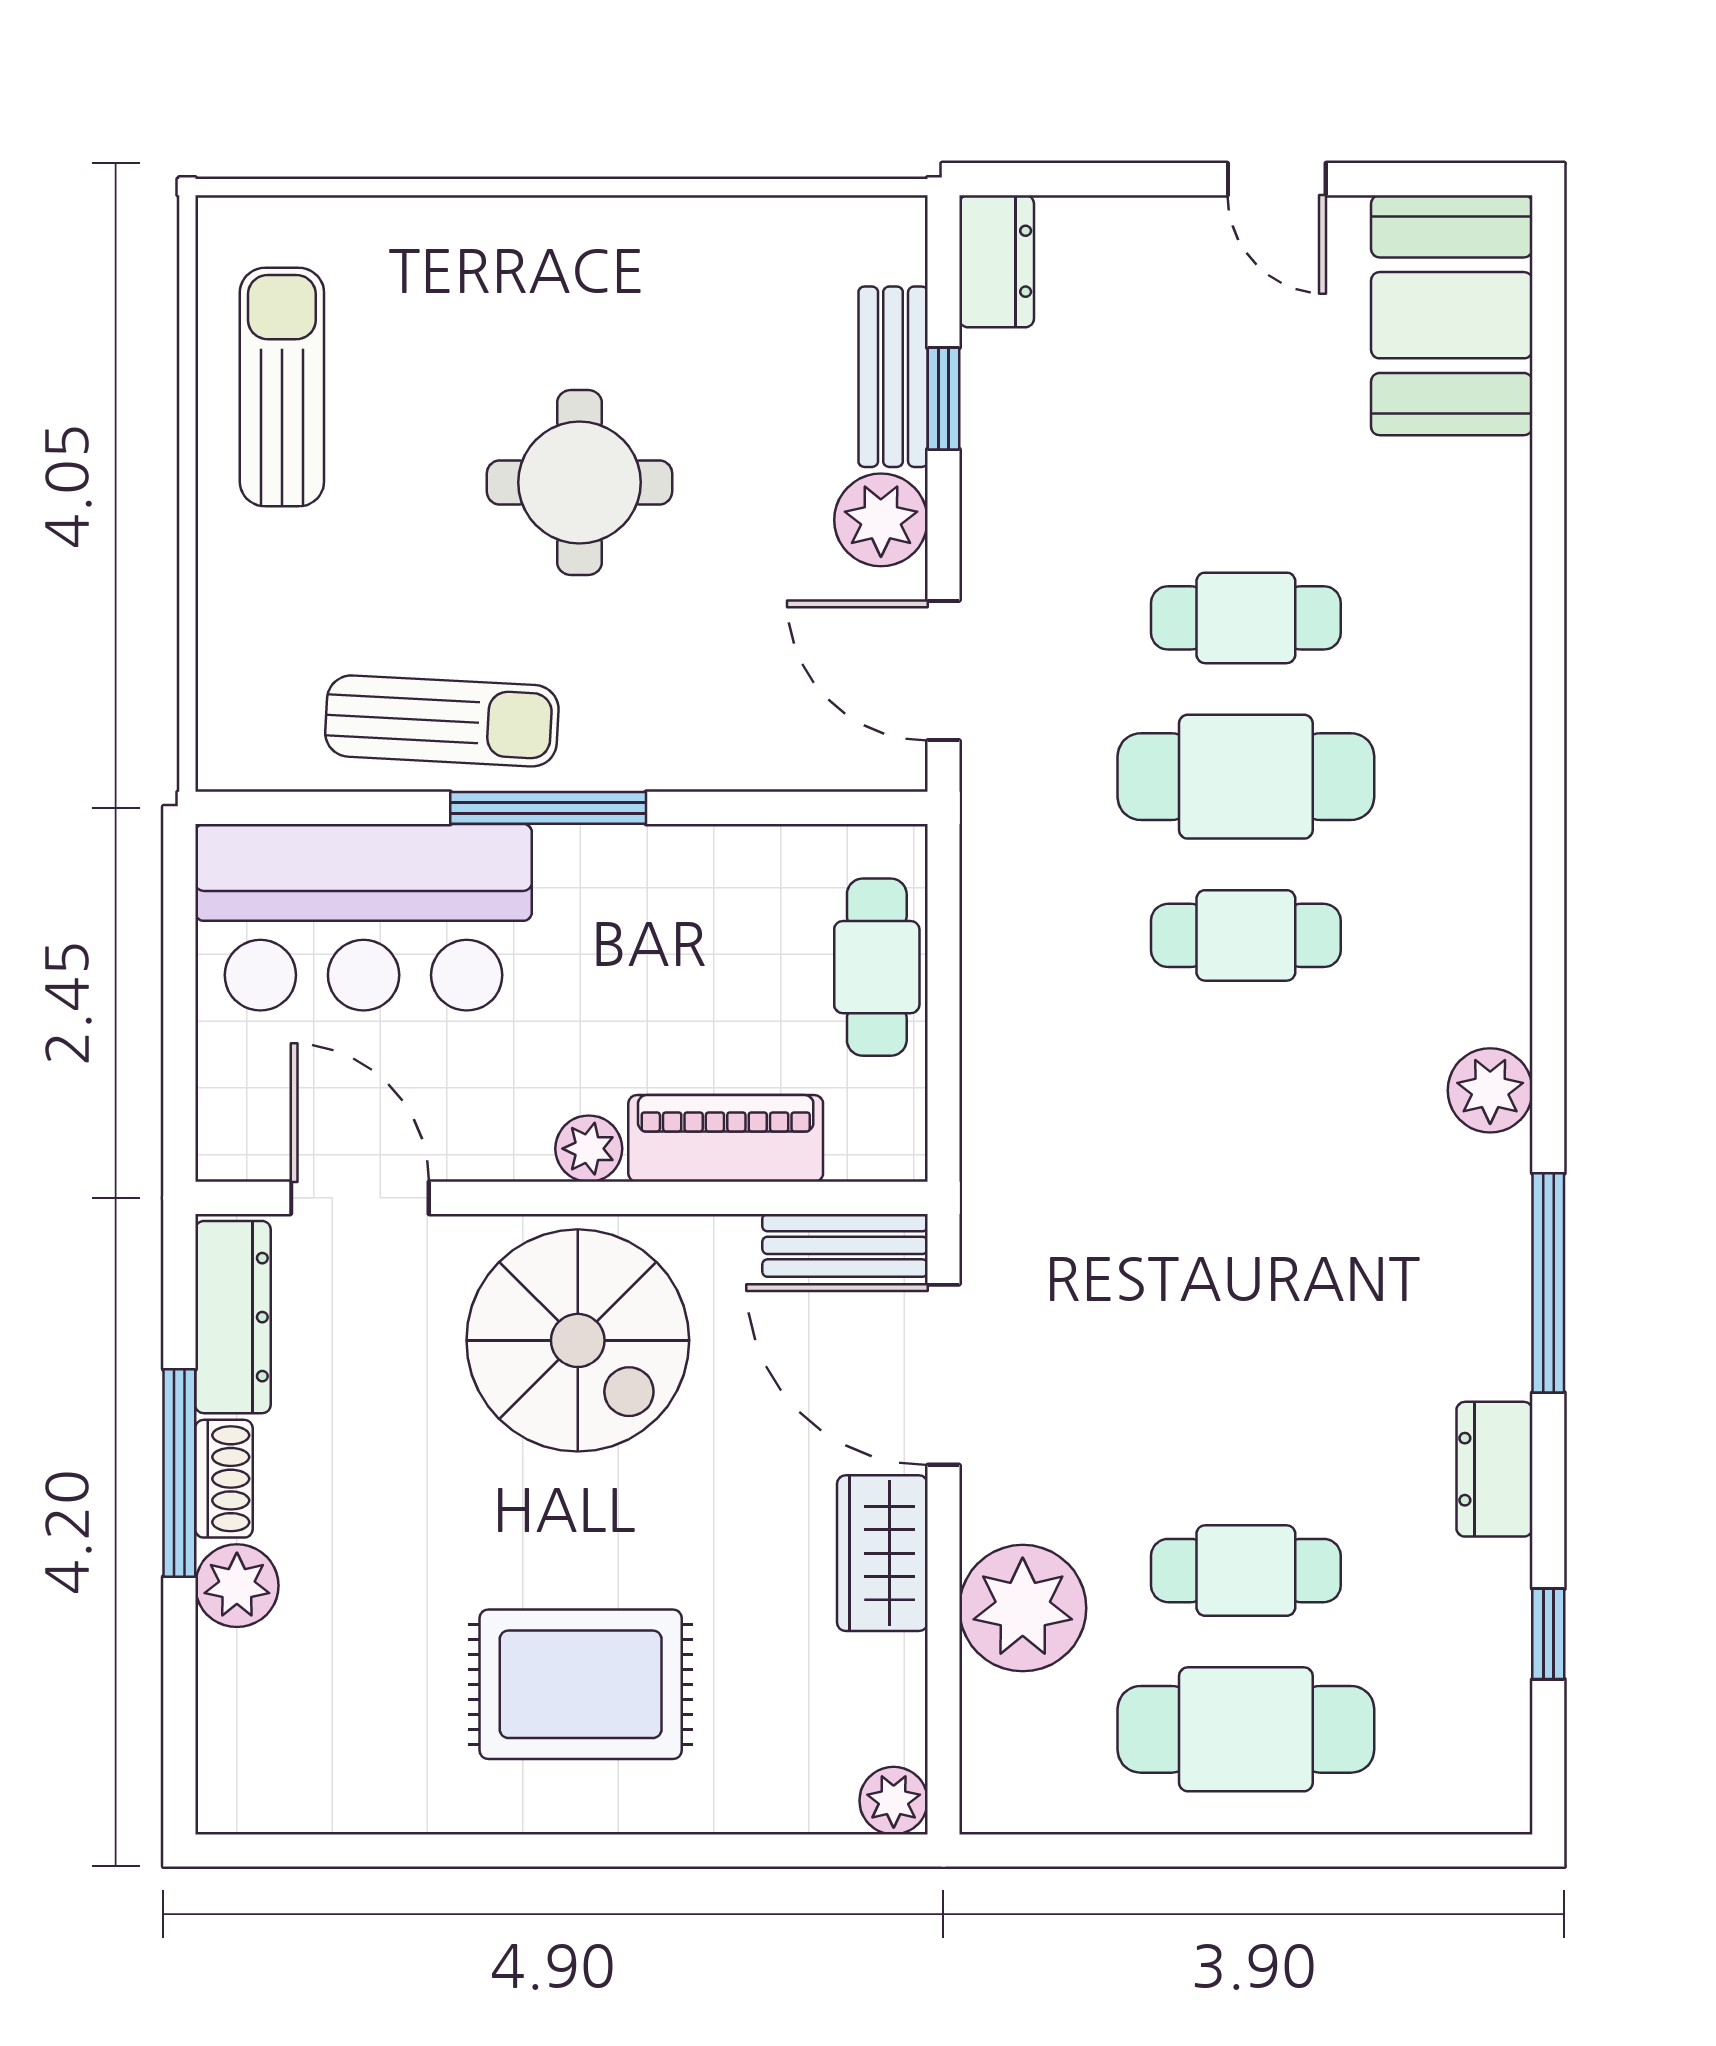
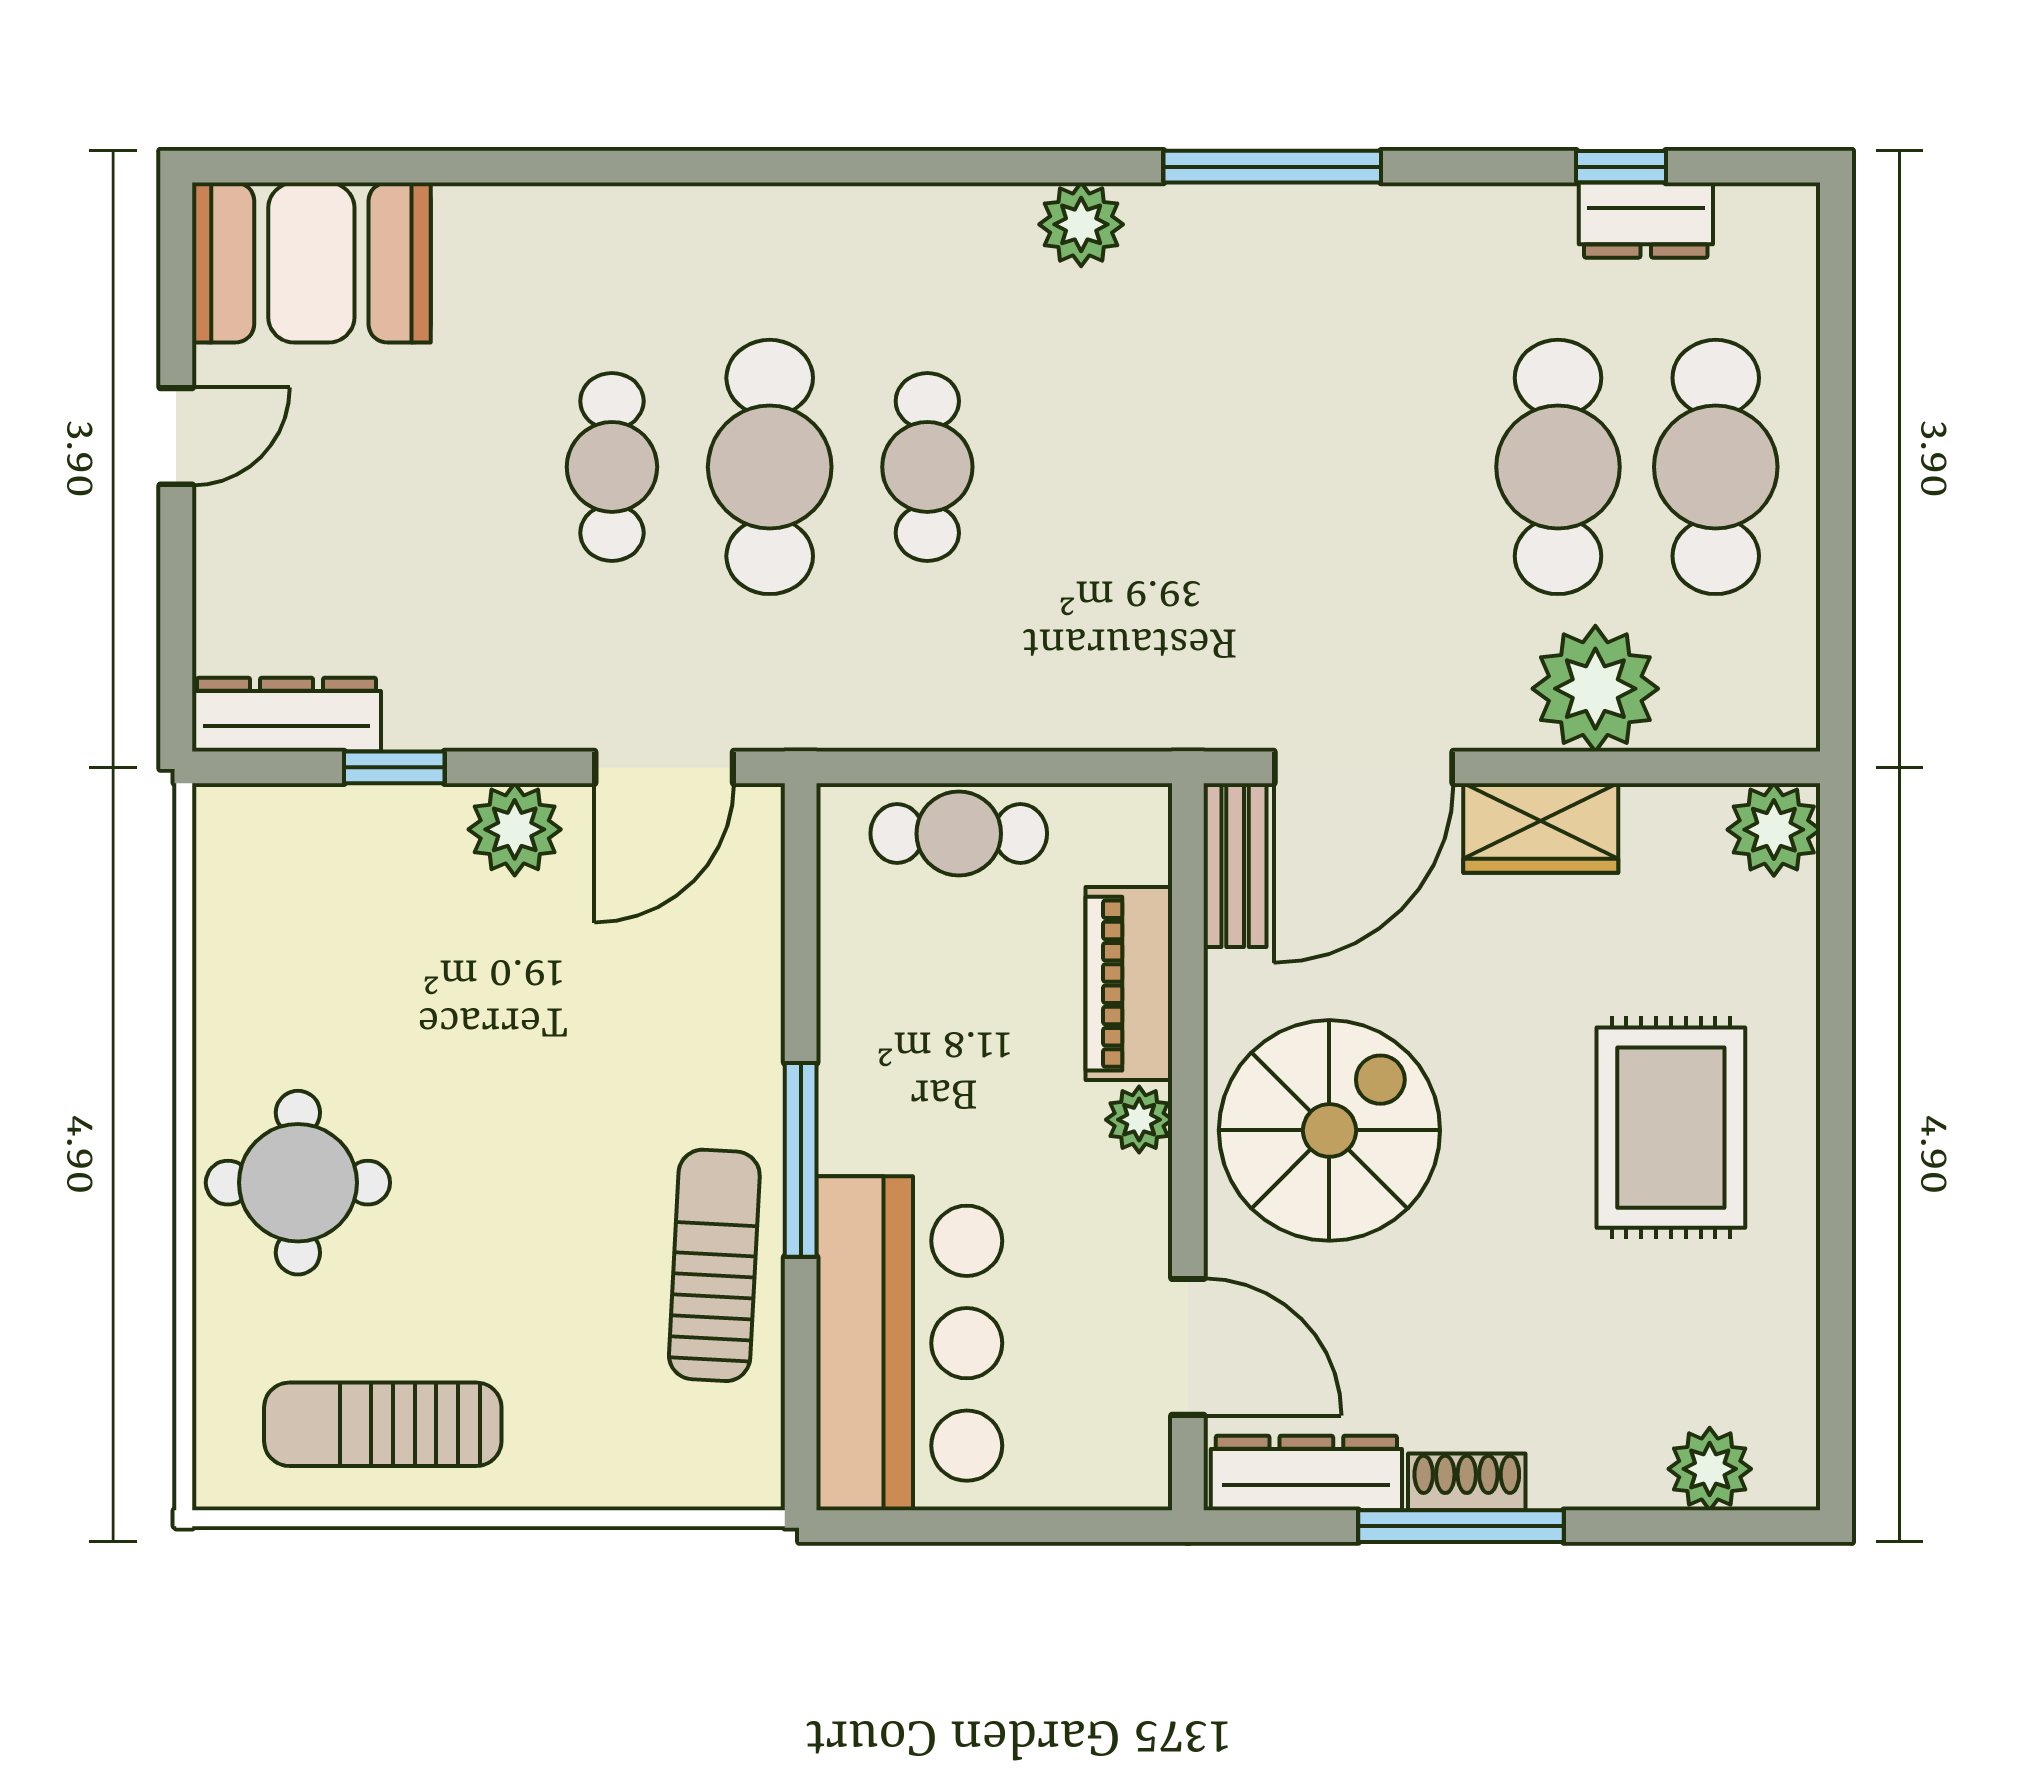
dresser: (997, 261) -> (287, 715), width x1.44
bench: (893, 377) -> (373, 817), removed
round table: (579, 482) -> (298, 1183), moved
door: (360, 1198) -> (1188, 1347), swing flipped
dresser: (1494, 1469) -> (1646, 220), moved
cafe table: (1246, 1571) -> (1558, 467), width x1.37, depth x1.35
plant: (237, 1586) -> (1710, 1469), moved
plant: (894, 1801) -> (1774, 830), width x1.38, depth x1.38

